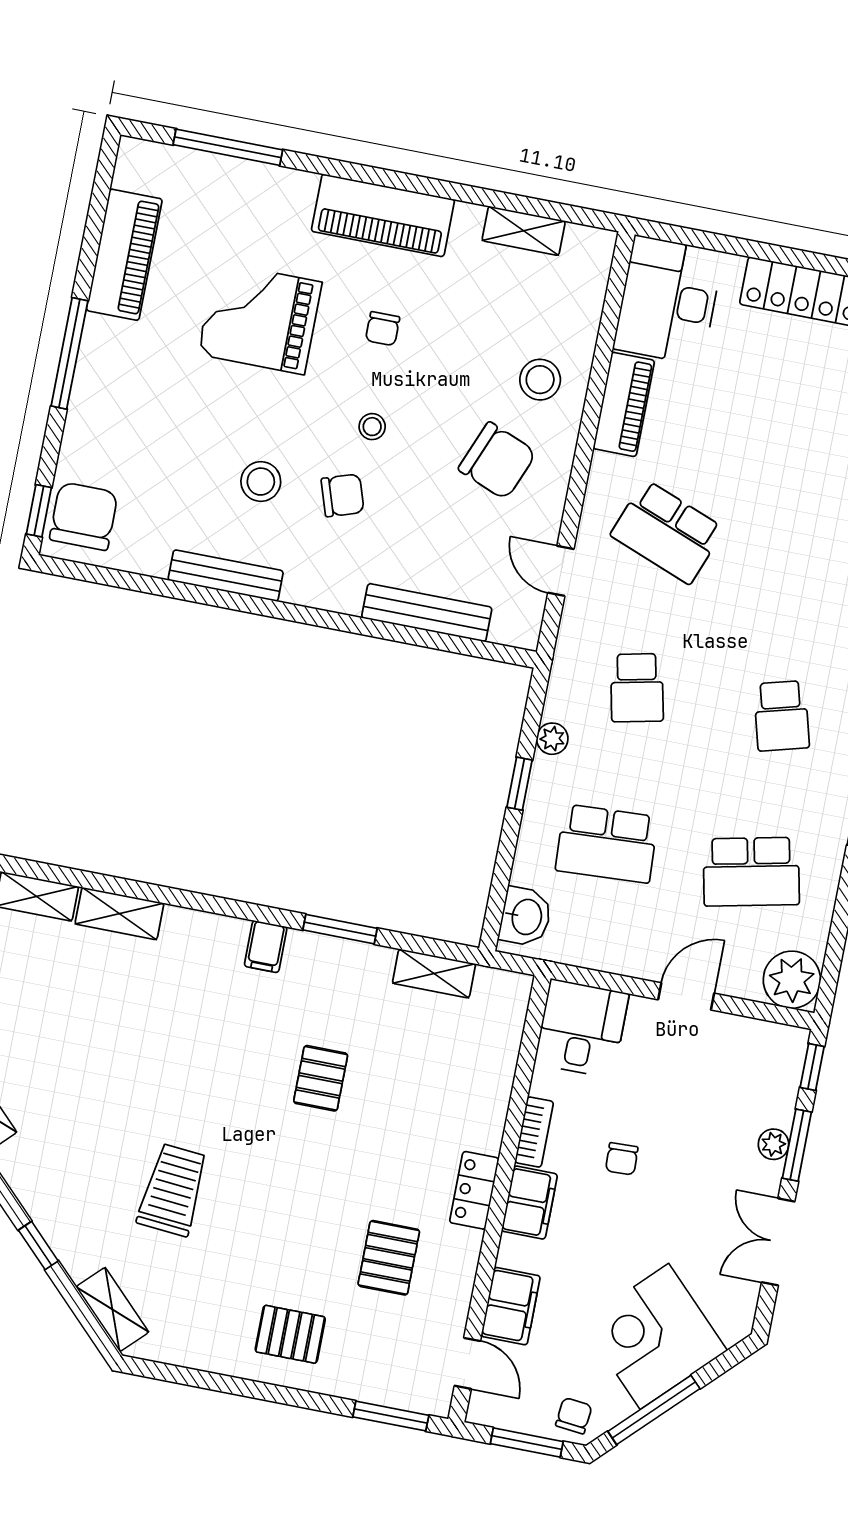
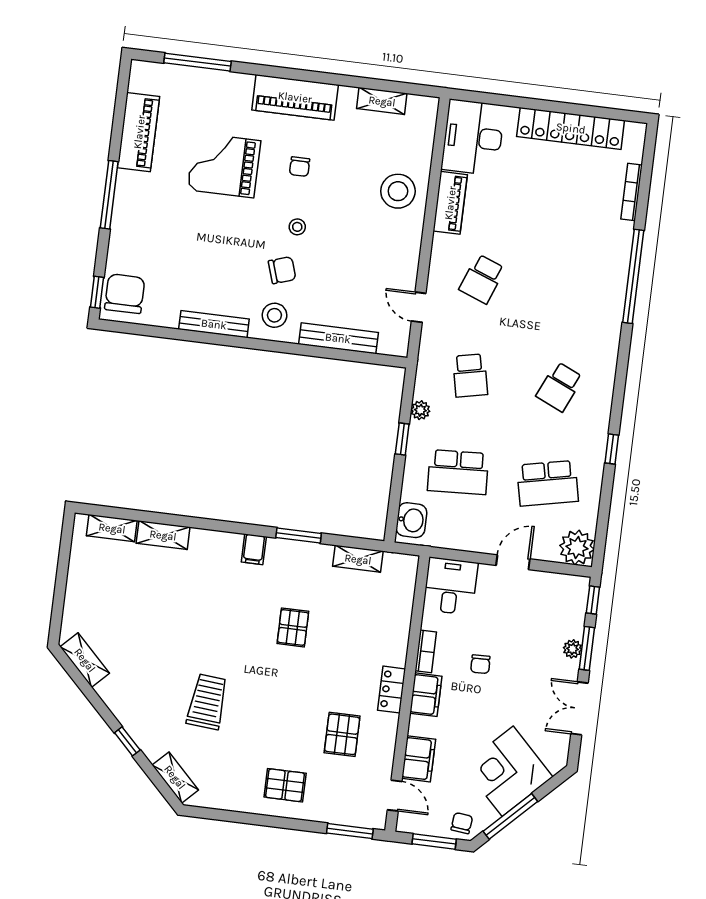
stool: (540, 380) -> (398, 191), width x1.38, depth x1.38
chair: (497, 461) -> (375, 243), removed
stool: (261, 482) -> (274, 315), moved
school desk: (667, 532) -> (482, 279), width x0.54
school desk: (782, 716) -> (560, 387), turned 39

